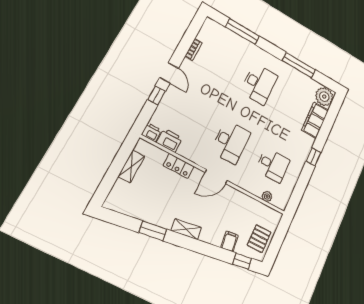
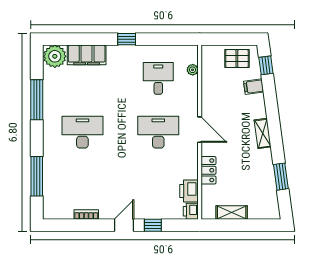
window: (153, 231) -> (281, 177), moved

